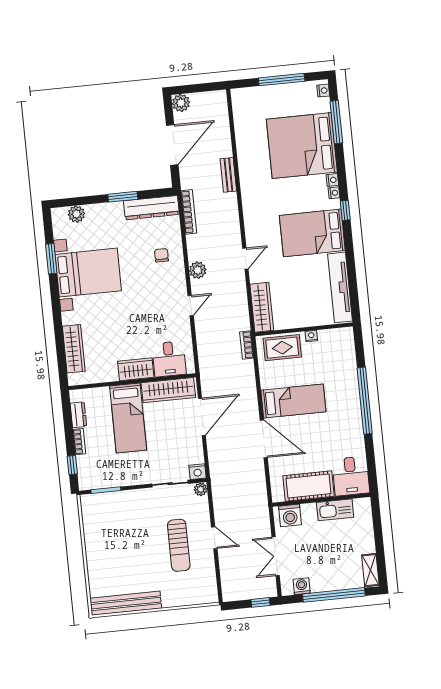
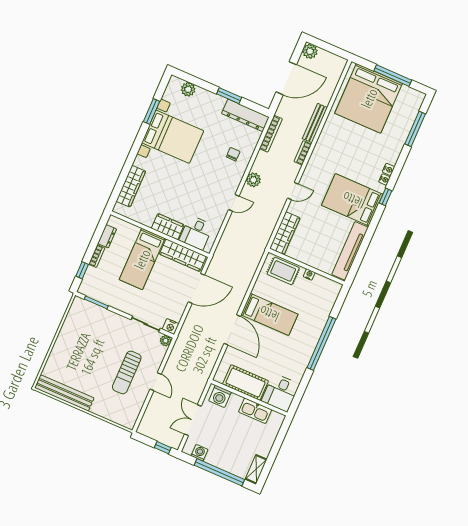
nightstand: (323, 91) -> (419, 101), removed
bed: (302, 146) -> (369, 98), moved, turned -90
bench: (228, 175) -> (315, 123), width x1.36
bookcase: (247, 345) -> (303, 153), moved

